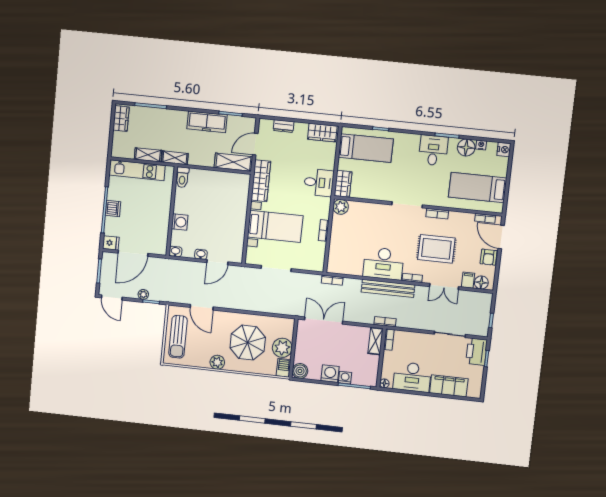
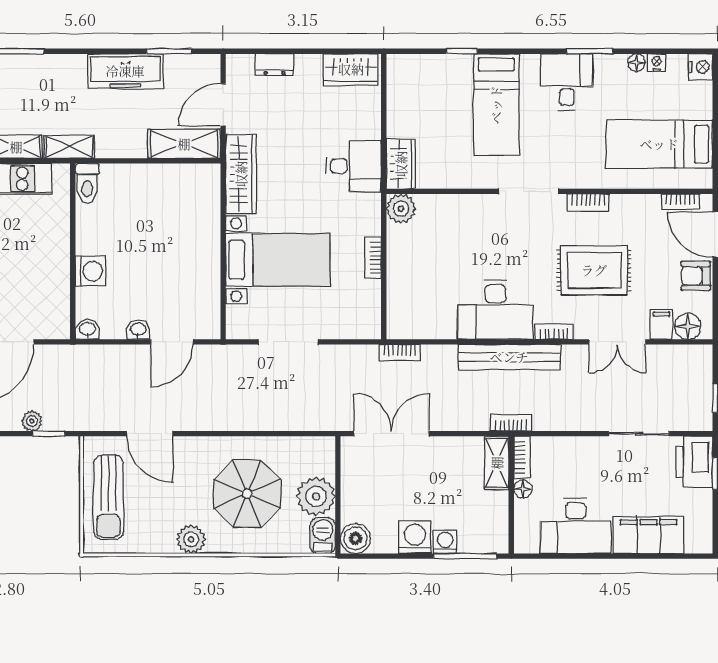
bed: (366, 148) -> (496, 105), moved, turned 90
floor lamp: (466, 148) -> (636, 63), width x0.53, depth x0.53
armchair: (489, 257) -> (696, 276), turned 90
floor lamp: (384, 383) -> (523, 489), moved

